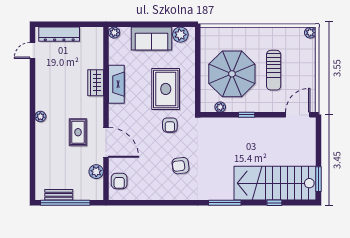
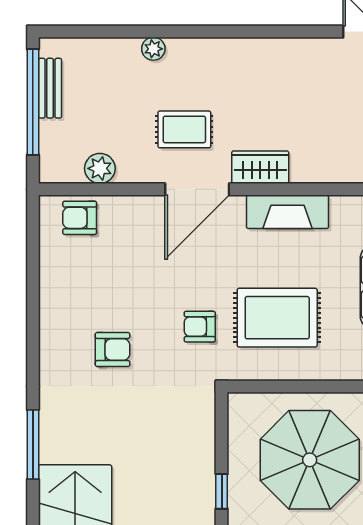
wardrobe: (96, 83) -> (260, 167), moved
plant: (220, 107) -> (238, 435), removed
plant: (40, 117) -> (153, 49), moved
door: (106, 142) -> (197, 189), moved
armchair: (181, 166) -> (113, 350), turned 97

